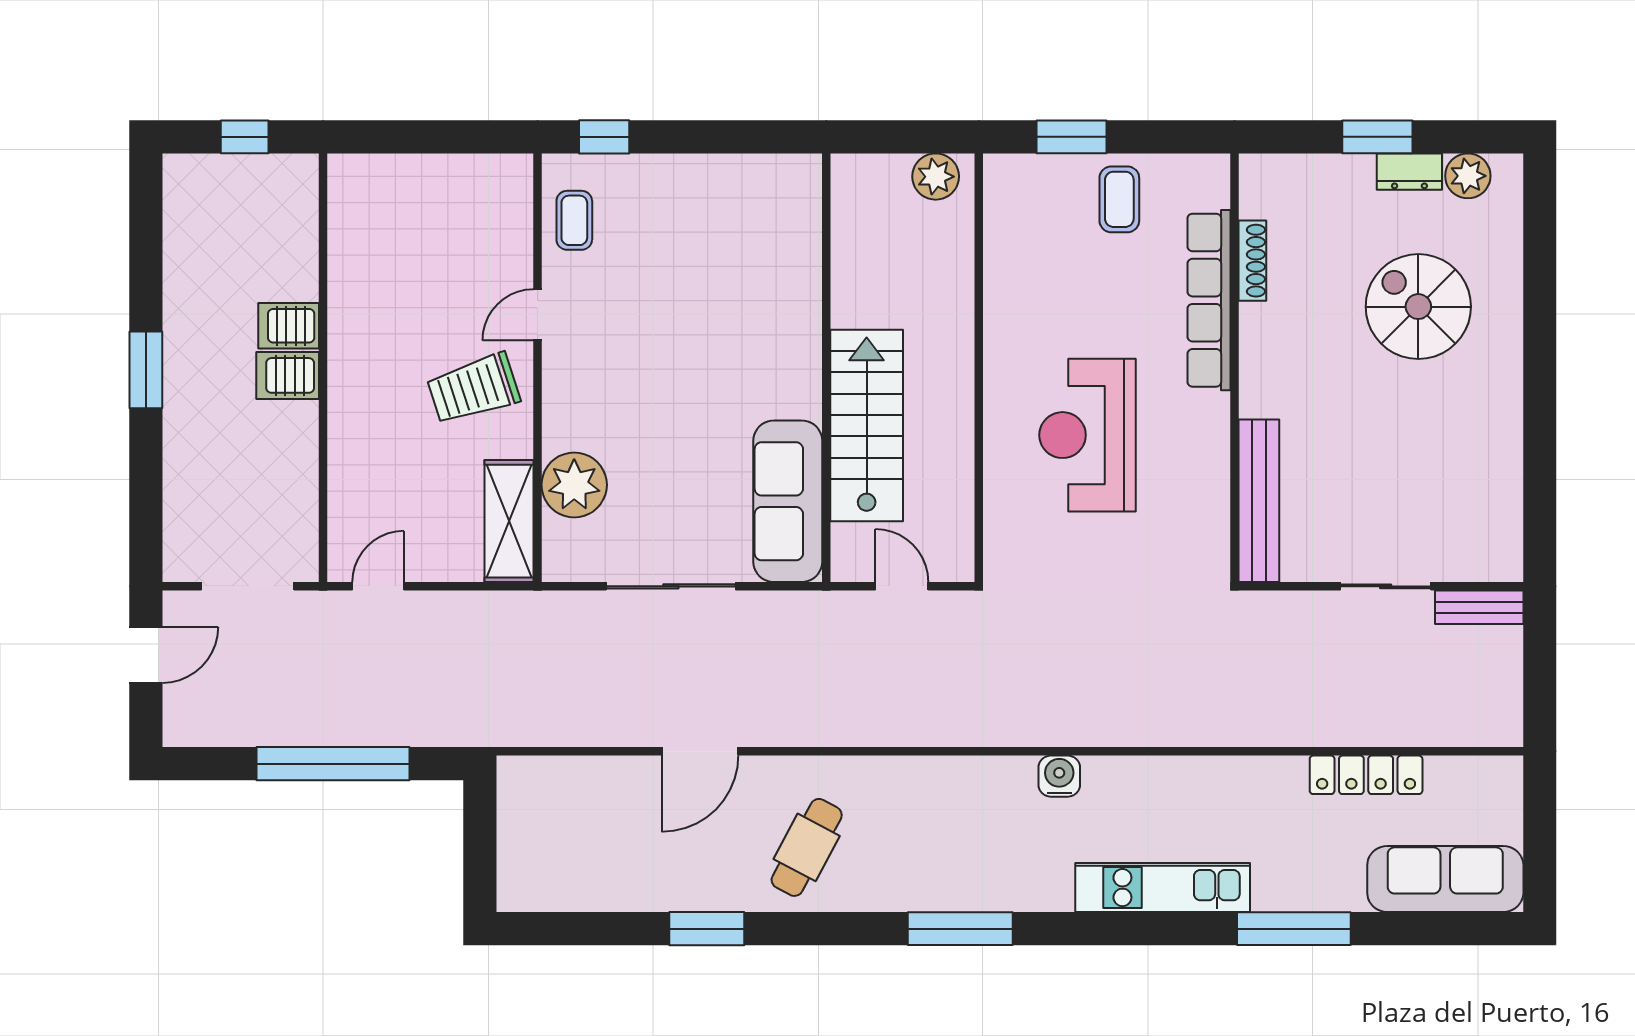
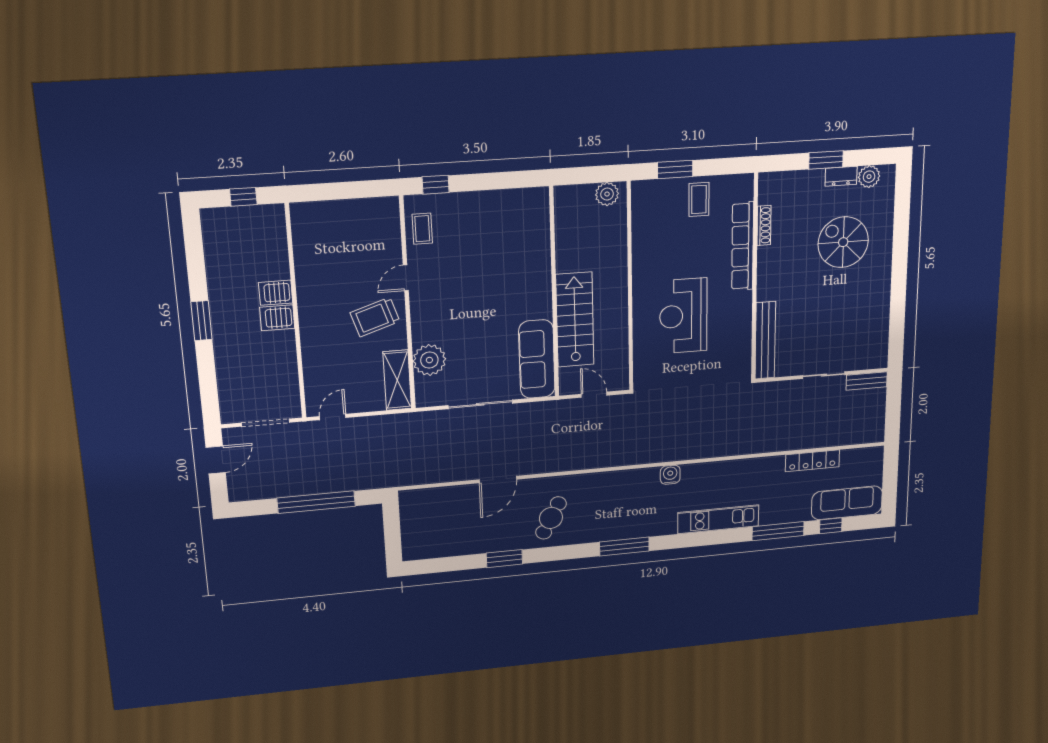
window: (1411, 929) -> (831, 526), added

